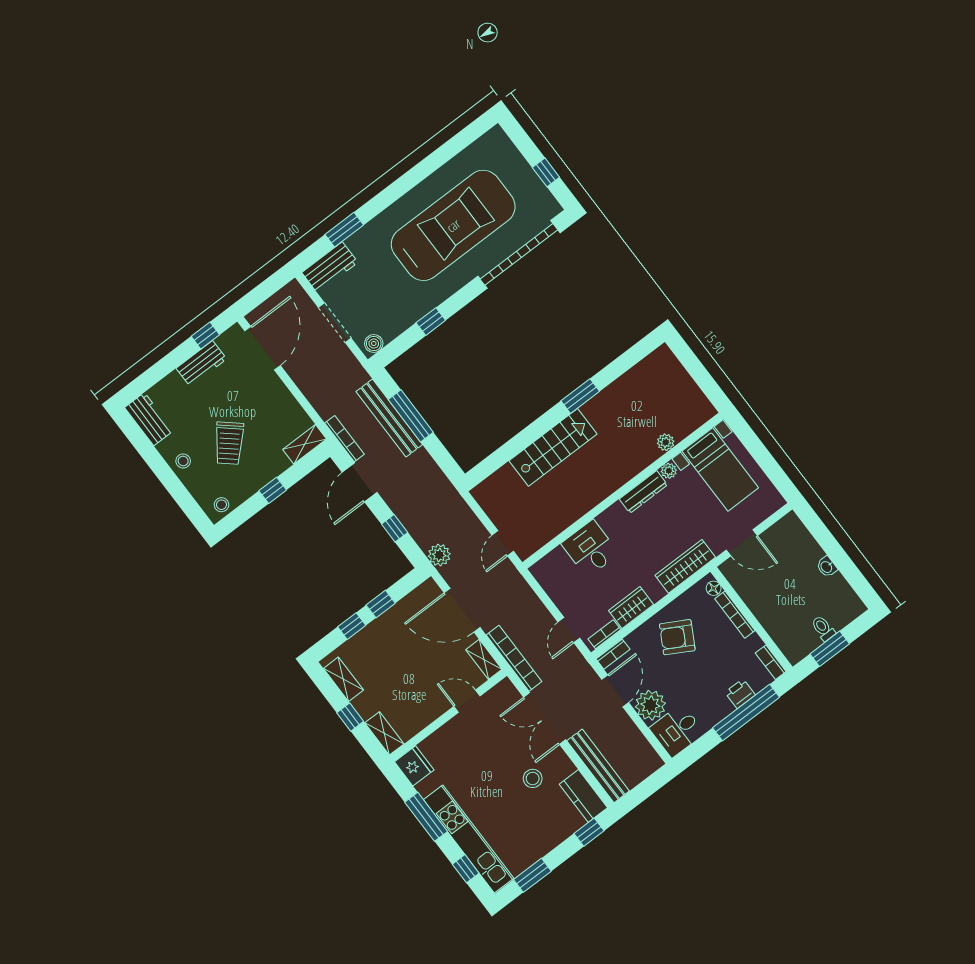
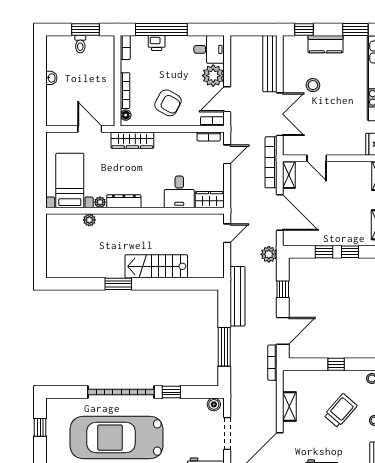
garage door: (519, 254) -> (121, 392), moved
bench: (389, 418) -> (238, 296), moved
shelving: (305, 444) -> (289, 407), moved, turned 90
wardrobe: (631, 608) -> (210, 200), moved, turned 180
kitchen counter: (583, 796) -> (326, 44), moved, turned 90

